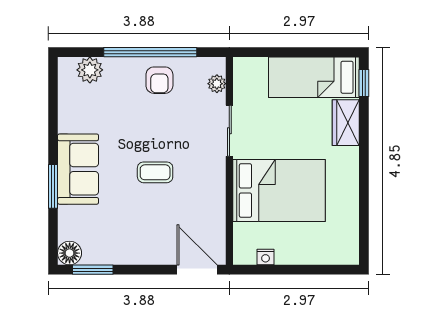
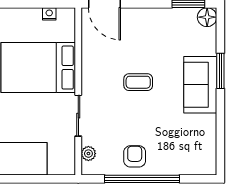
plant: (90, 70) -> (191, 165), removed

